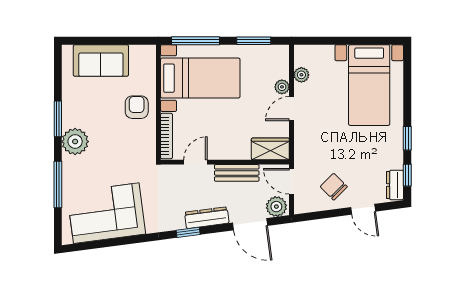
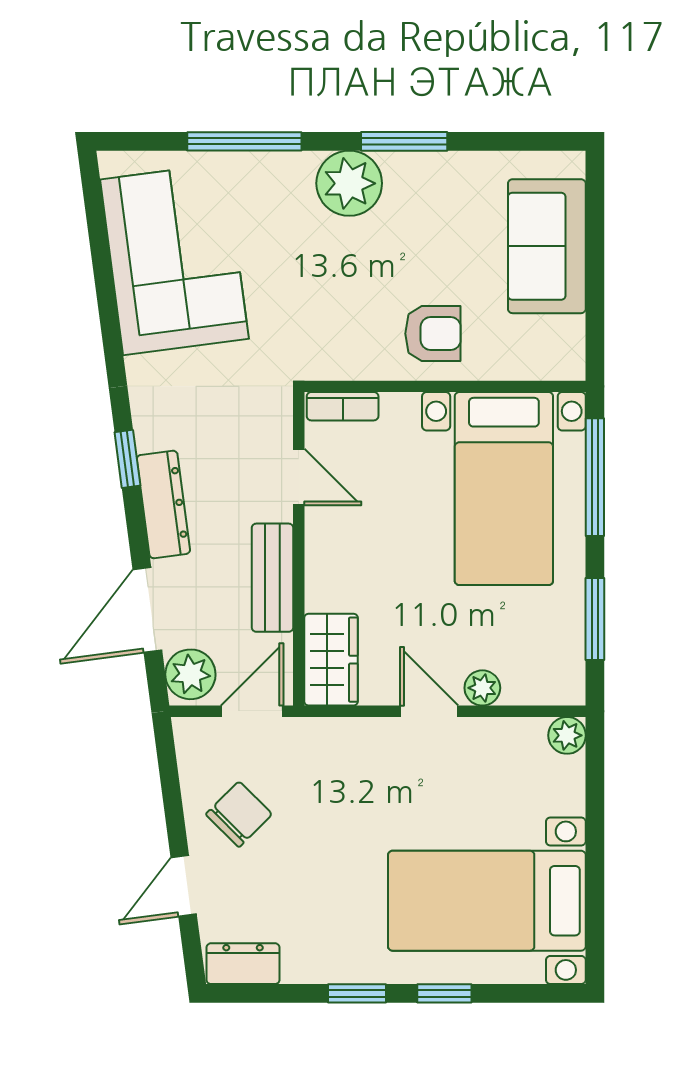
plant: (301, 75) -> (567, 735), moved
bookcase: (166, 136) -> (343, 406), width x0.64
window: (407, 175) -> (444, 993), moved

